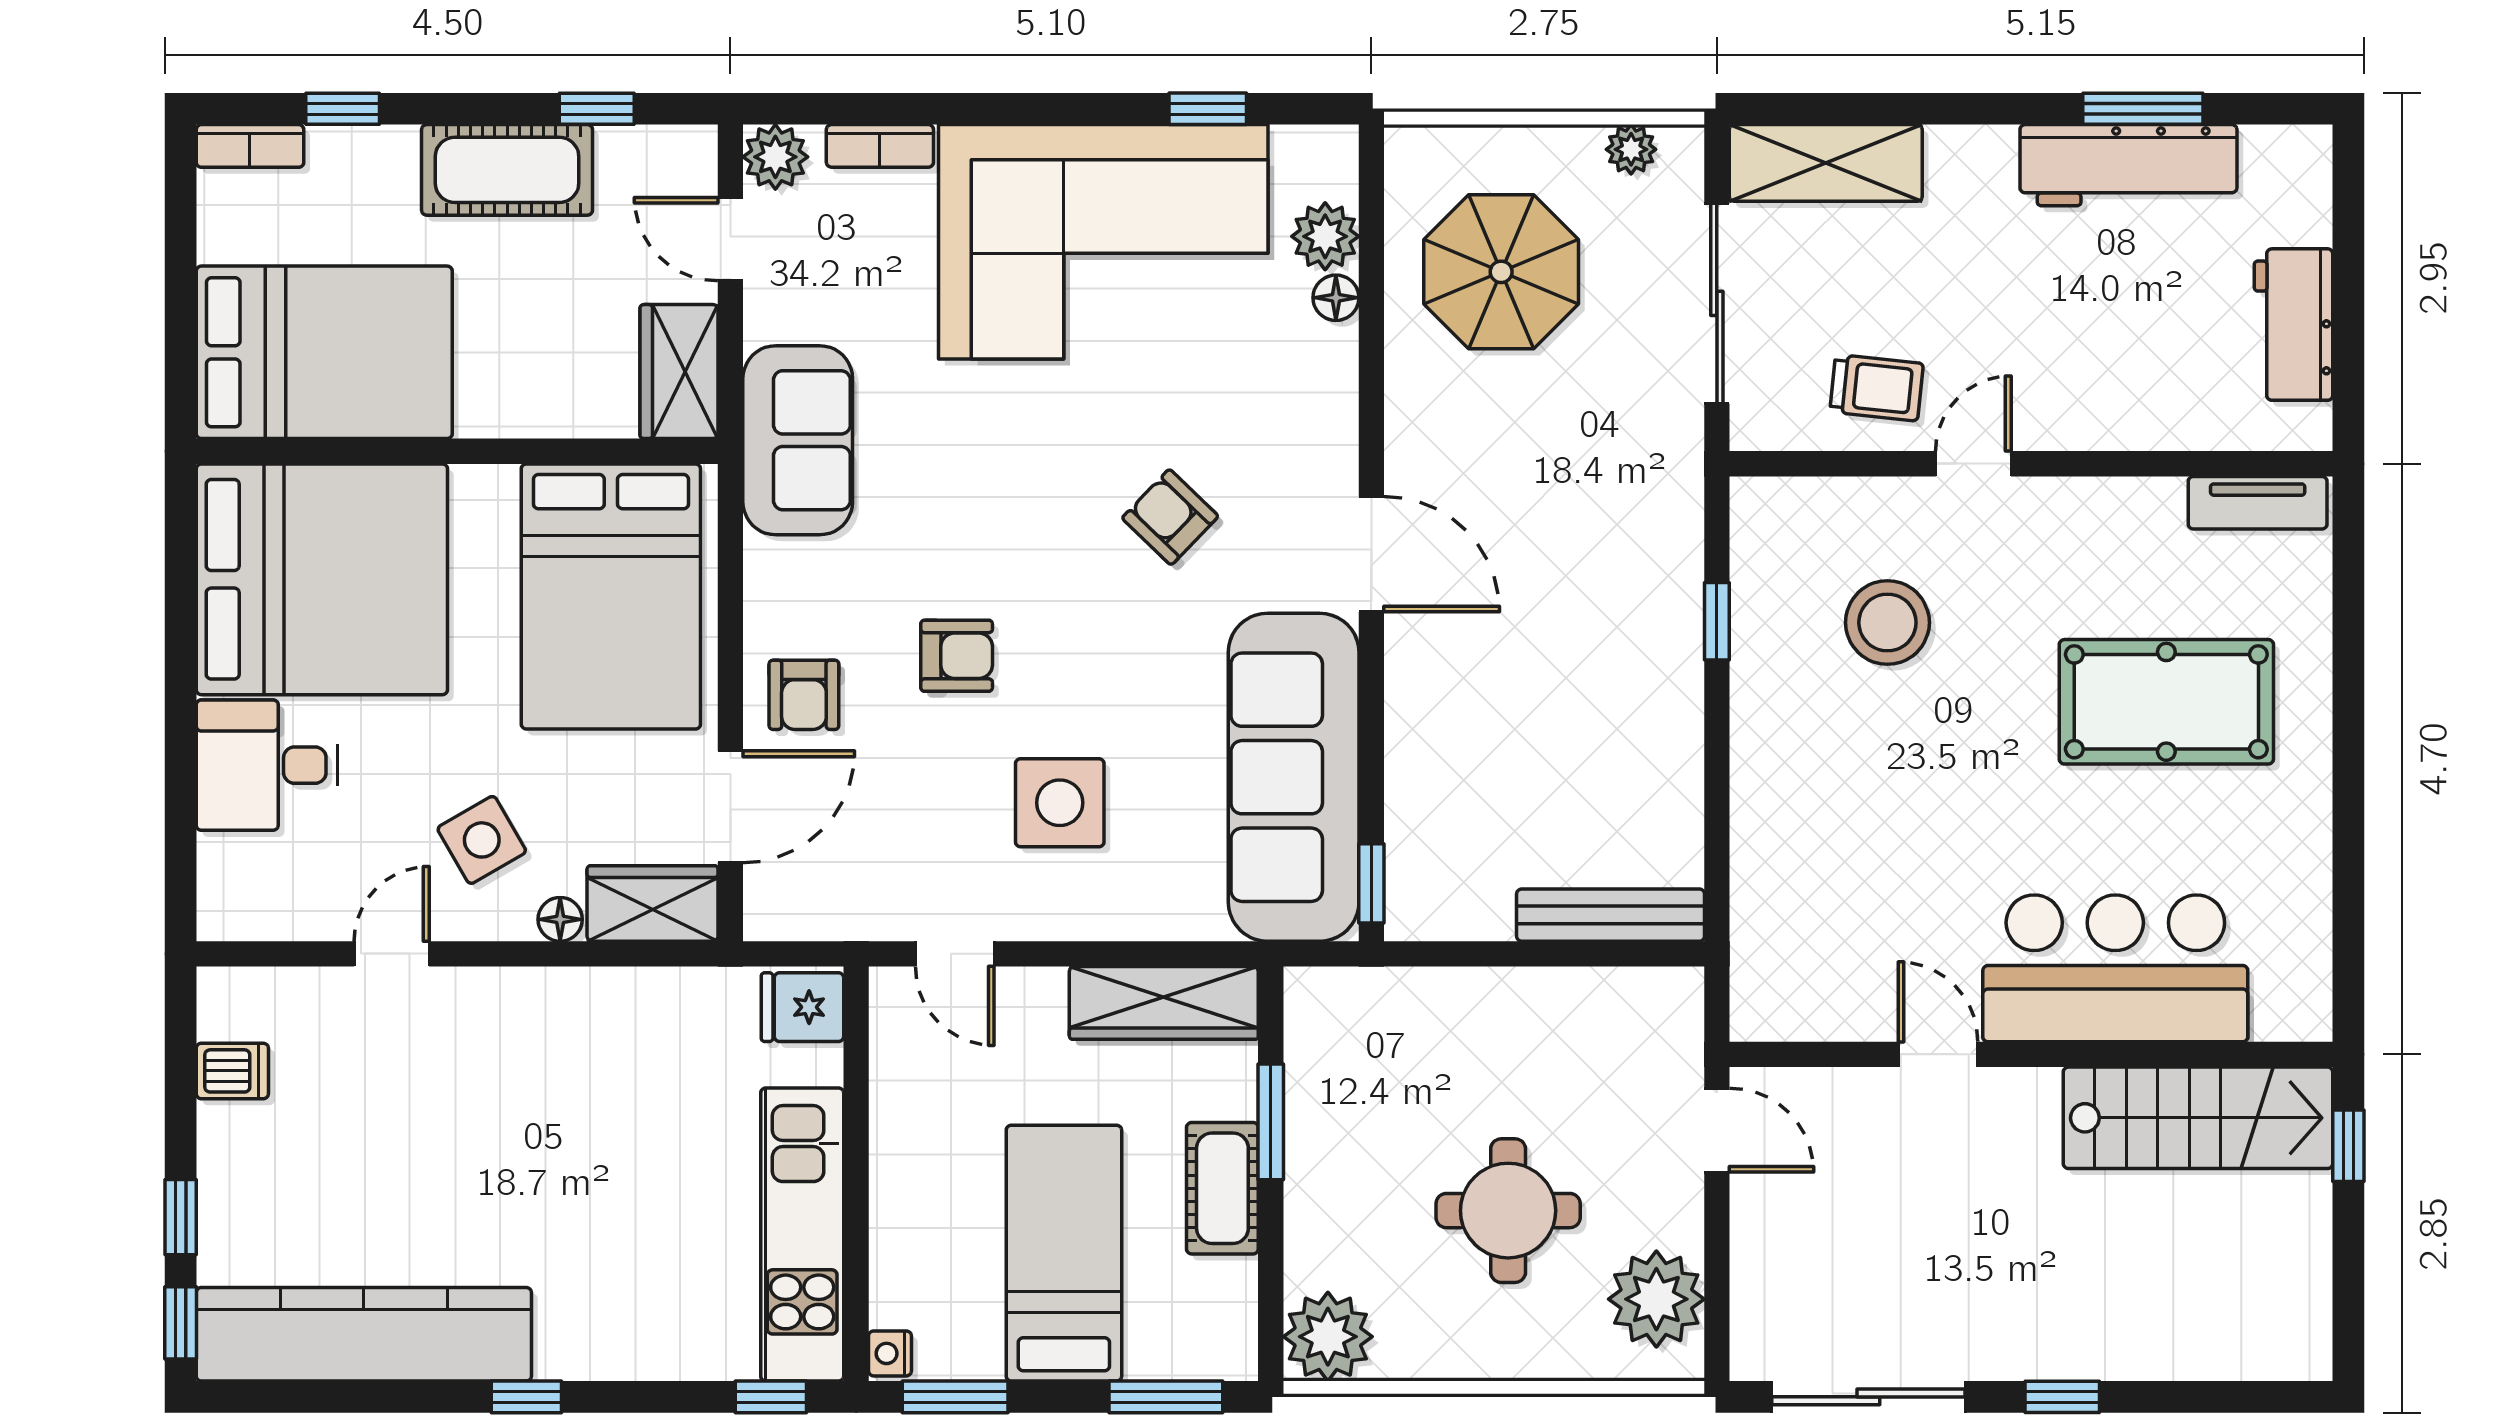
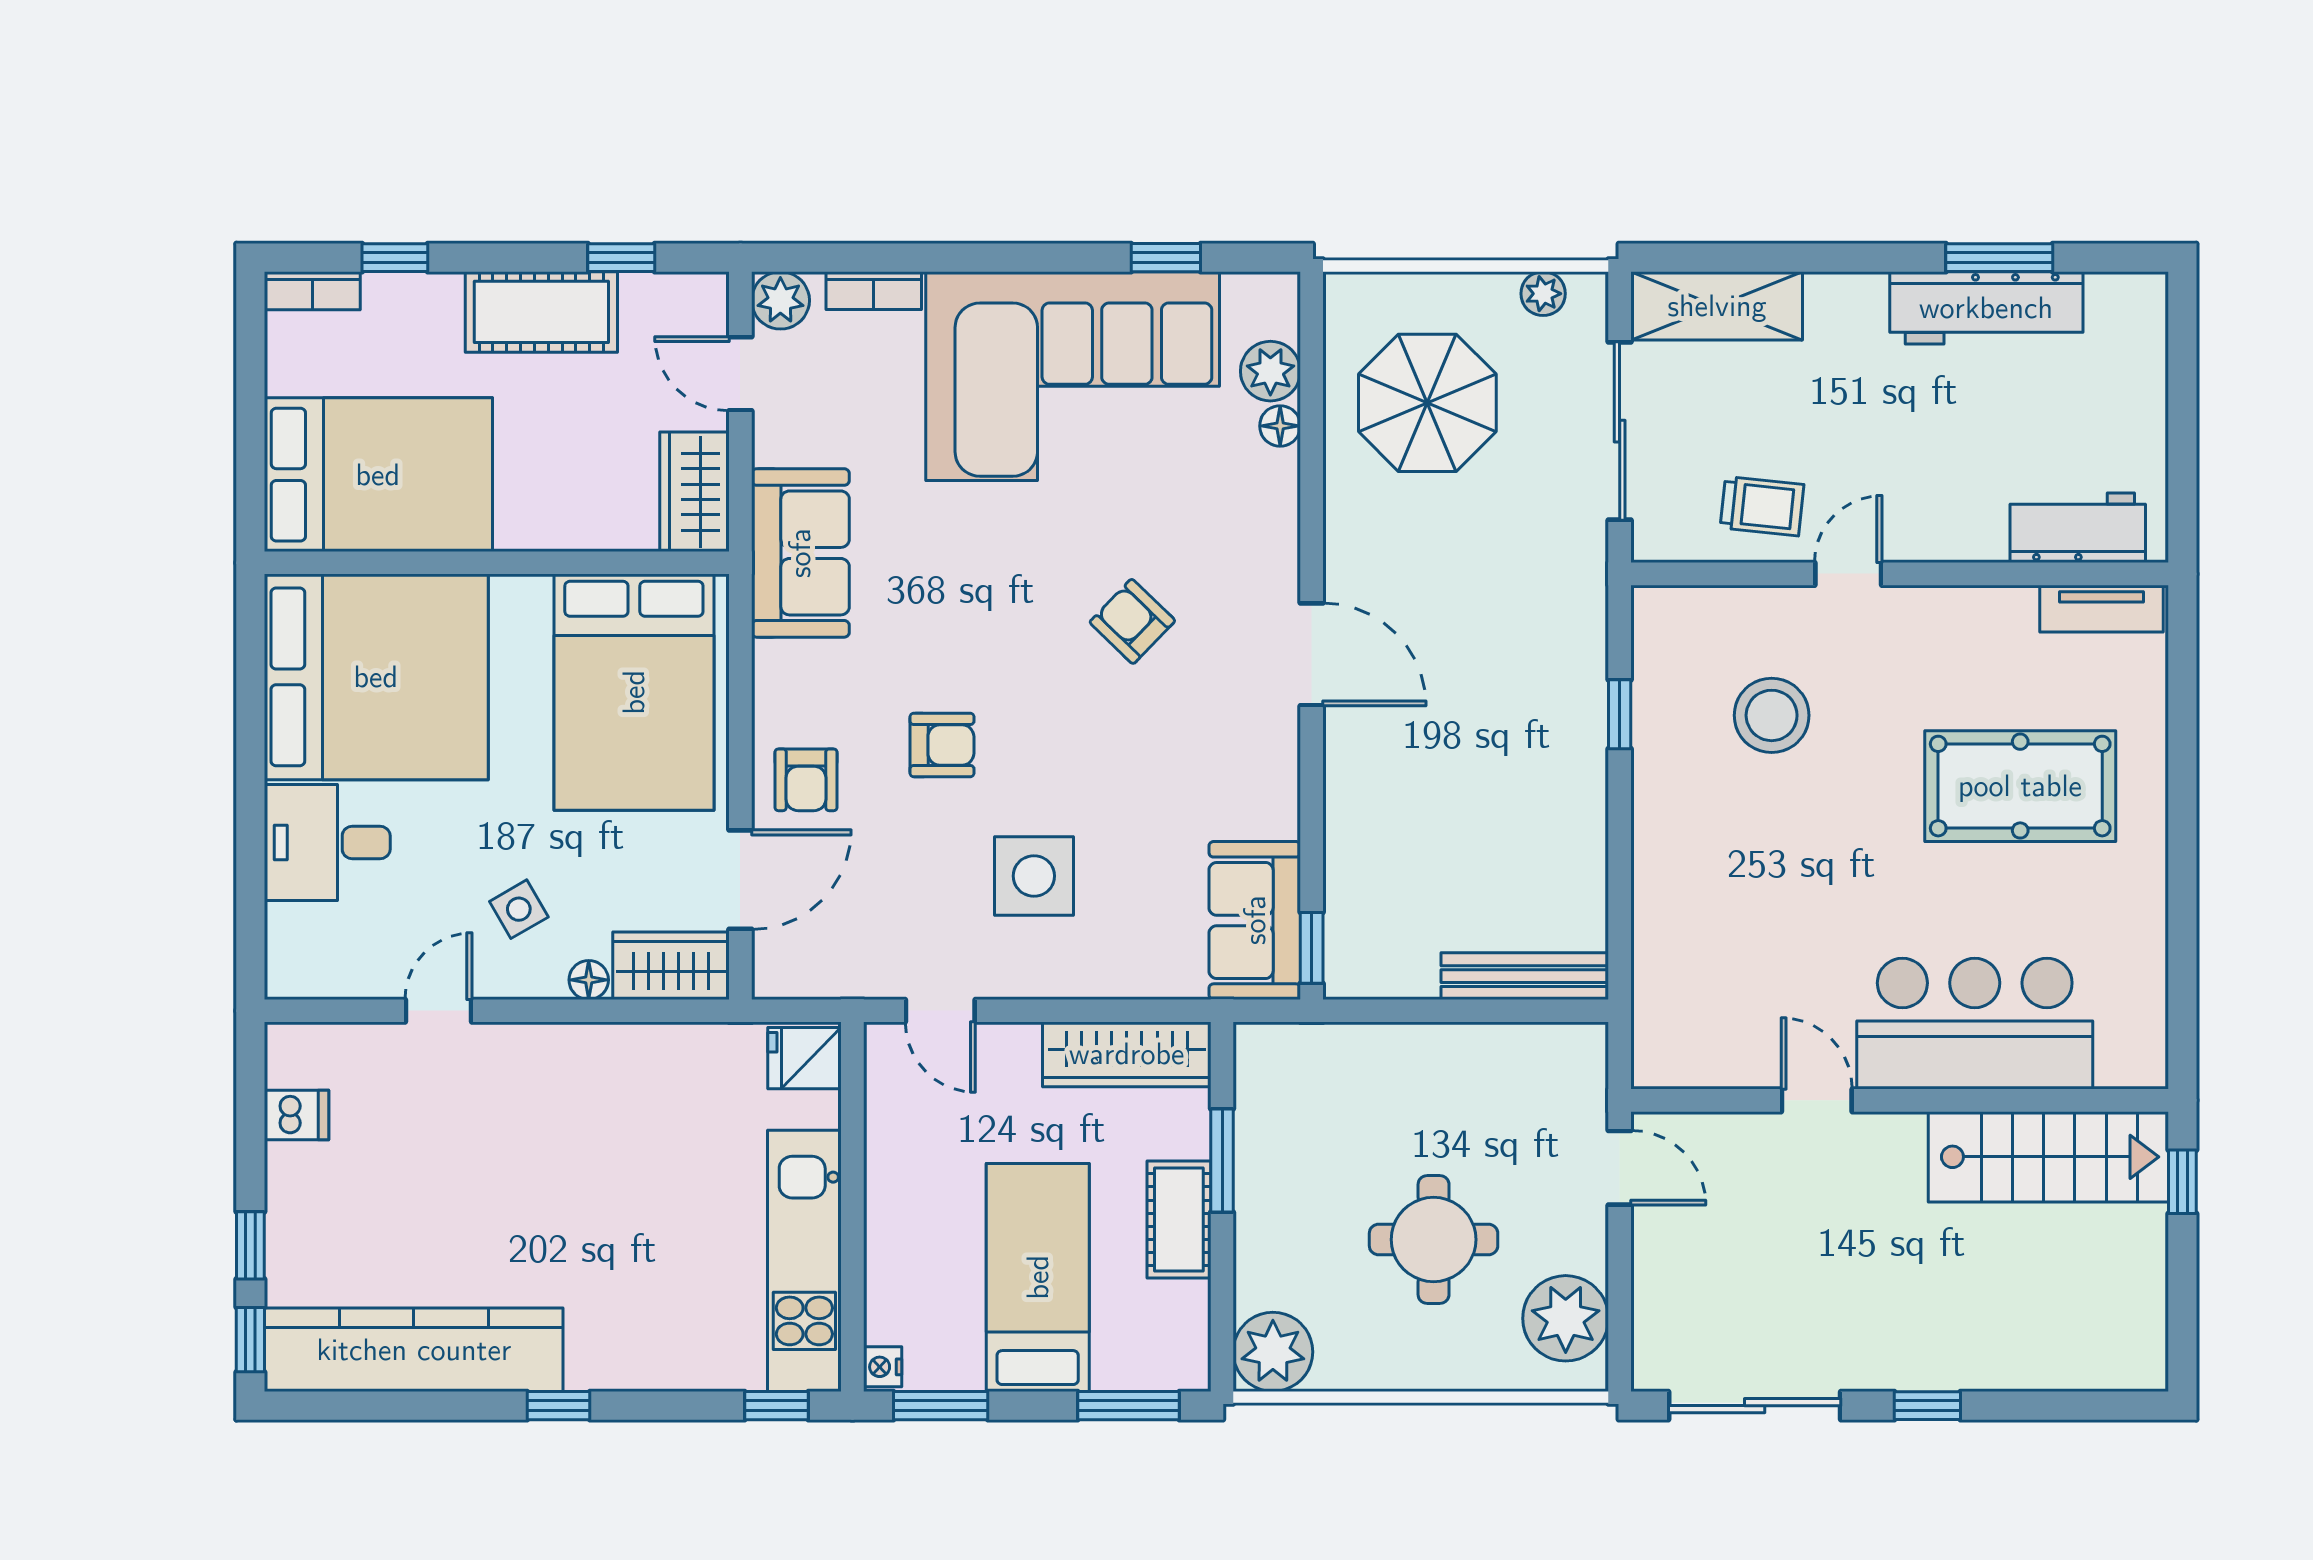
workbench: (2294, 325) -> (2078, 528), moved, turned 90
sofa: (1294, 777) -> (1255, 920), width x0.54, depth x0.79
side table: (482, 840) -> (519, 909), width x0.73, depth x0.73

